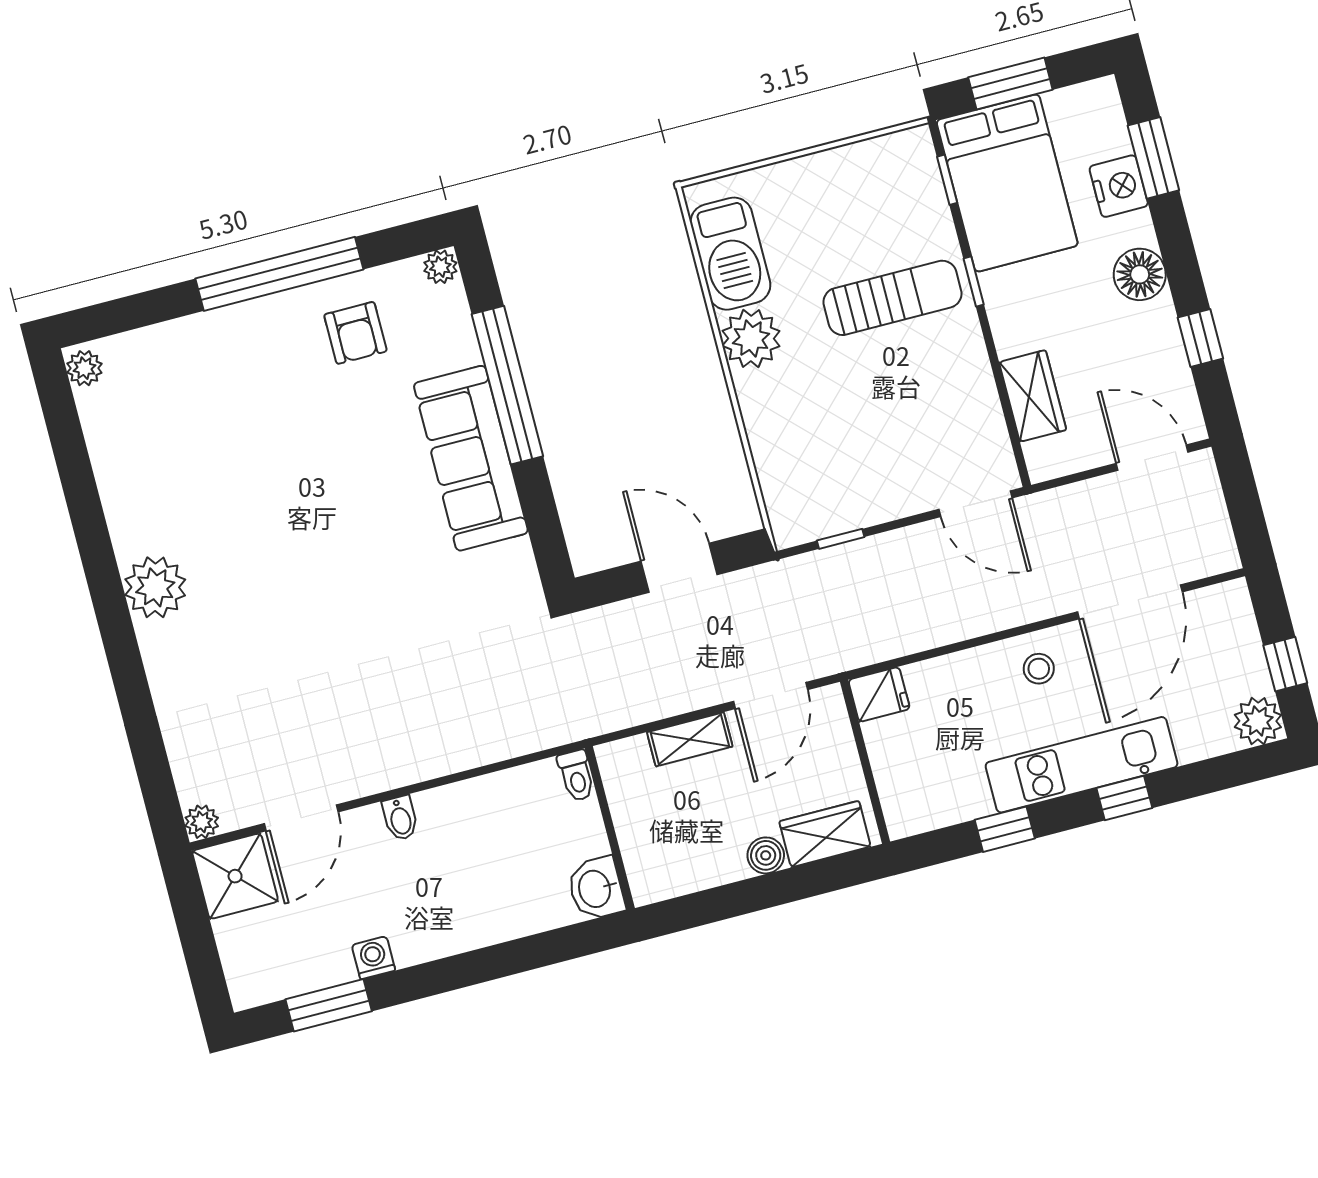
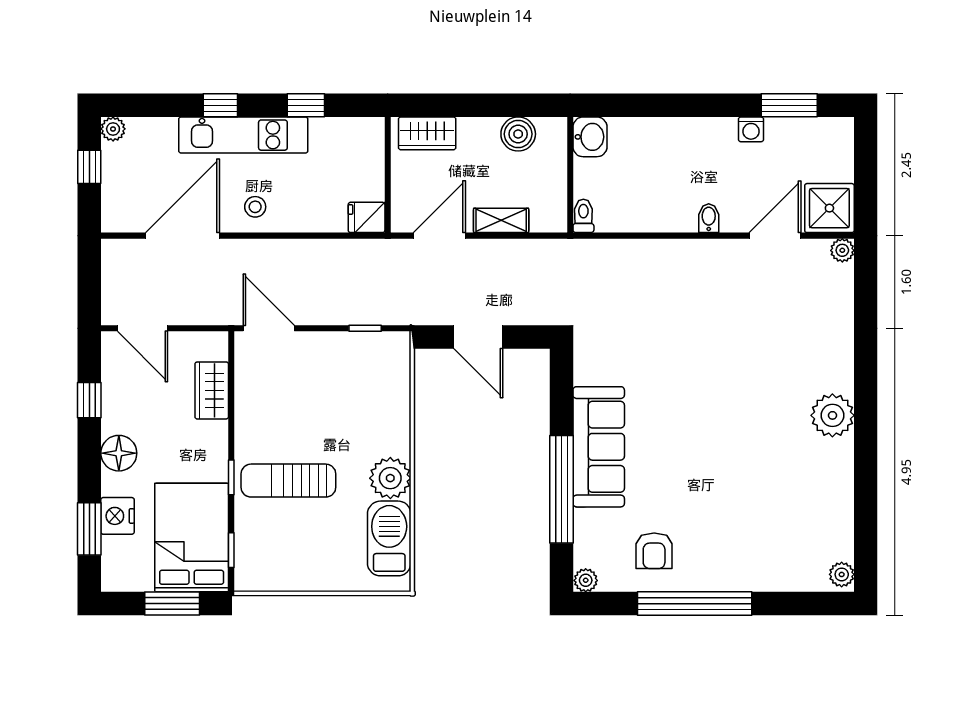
armchair: (355, 333) -> (654, 551), turned 180
plant: (1258, 721) -> (113, 129), width x0.73, depth x0.73
boiler: (766, 855) -> (518, 134), moved, width x1.36, depth x1.36

